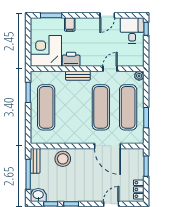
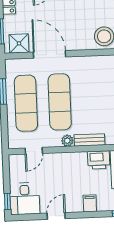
filing cabinet: (70, 24) -> (90, 203), moved
door: (110, 69) -> (34, 151), moved
plant: (139, 76) -> (67, 141), moved
shower: (132, 156) -> (19, 43), added

